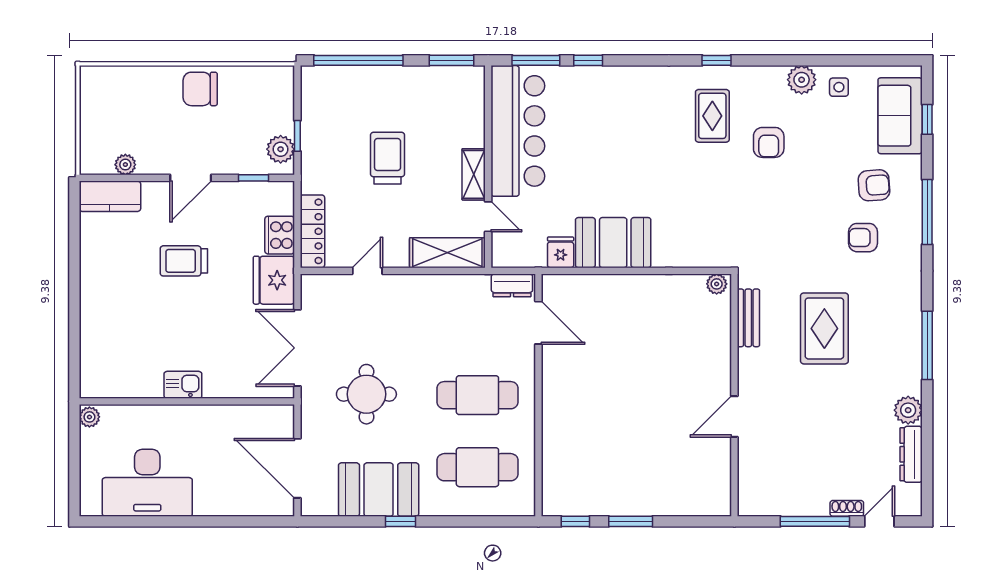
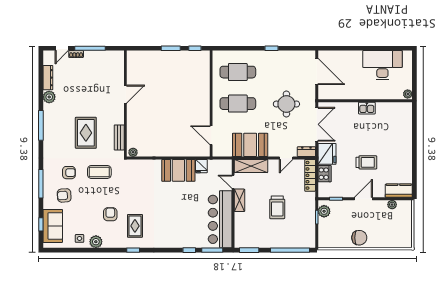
coffee table: (794, 239) -> (99, 172), added
dresser: (512, 285) -> (306, 152), moved
booth: (379, 490) -> (250, 145), moved

